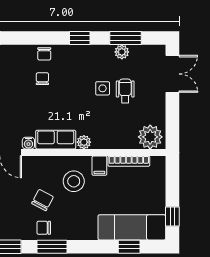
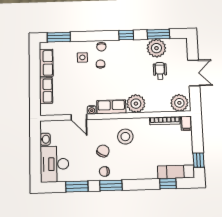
plant: (122, 52) -> (156, 48), width x1.88, depth x1.88
double door: (172, 74) -> (194, 73), moved
side table: (103, 88) -> (82, 57), moved
plant: (84, 142) -> (136, 104), width x1.87, depth x1.87
filing cabinet: (99, 166) -> (186, 123), moved
exam couch: (132, 227) -> (176, 172), width x0.73, depth x0.69

